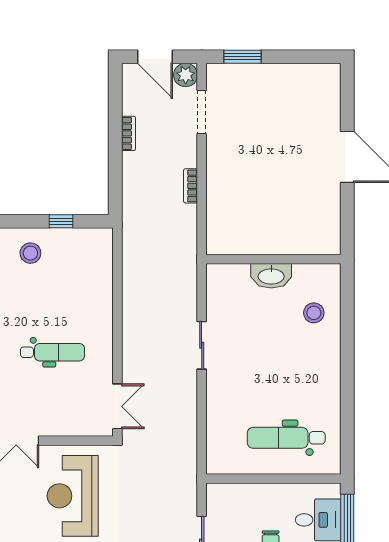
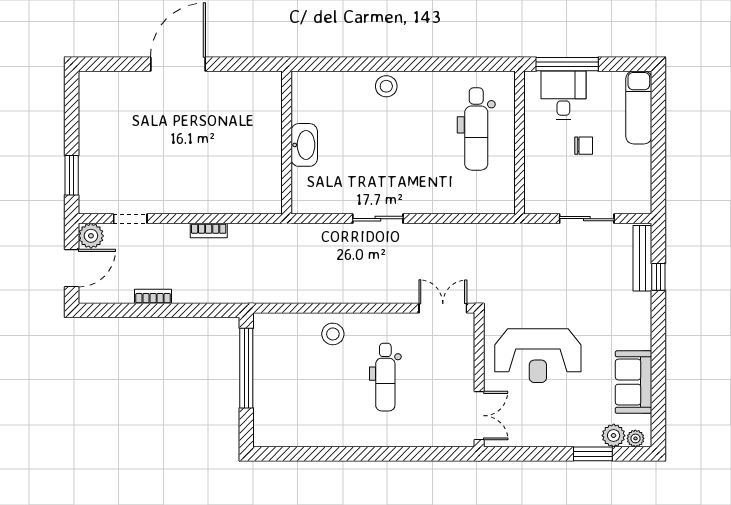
doorway: (202, 112) -> (130, 219), width x0.73
window: (61, 221) -> (246, 368), width x3.17
stool: (30, 253) -> (333, 334), moved
stool: (314, 313) -> (386, 86), moved
dental chair: (52, 352) -> (385, 377), turned 180

